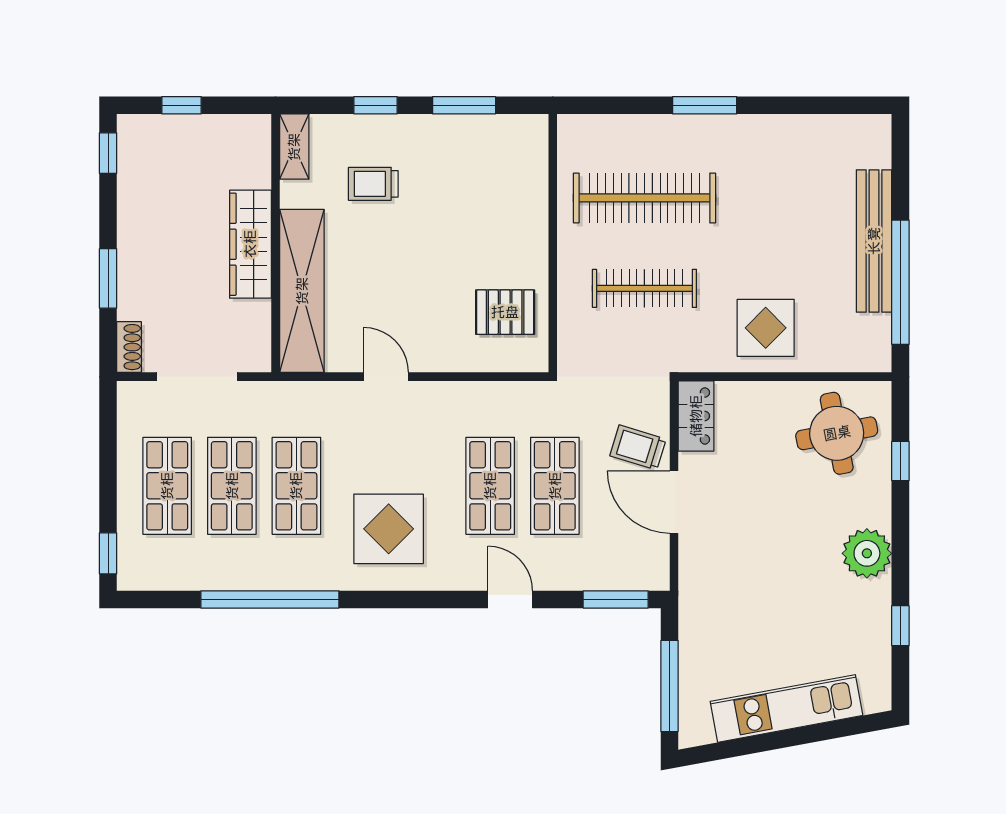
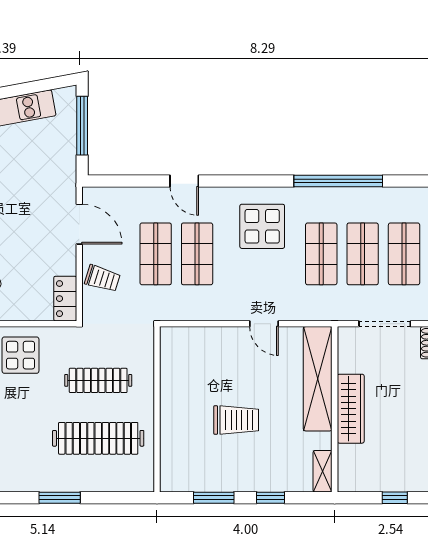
trolley: (373, 184) -> (236, 420), moved, width x1.36, depth x1.39
pallet: (505, 312) -> (187, 365), removed
door: (674, 502) -> (79, 224), moved
window: (616, 599) -> (117, 181), removed

